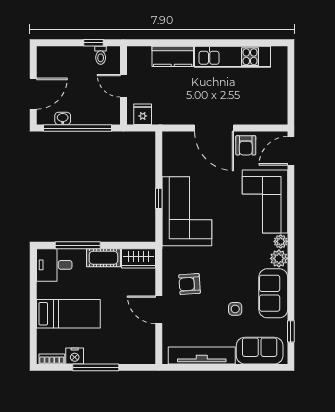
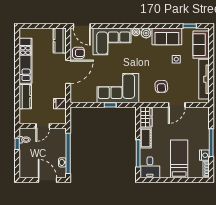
fridge: (143, 114) -> (60, 104), moved
kitchen counter: (266, 114) -> (60, 41), added

